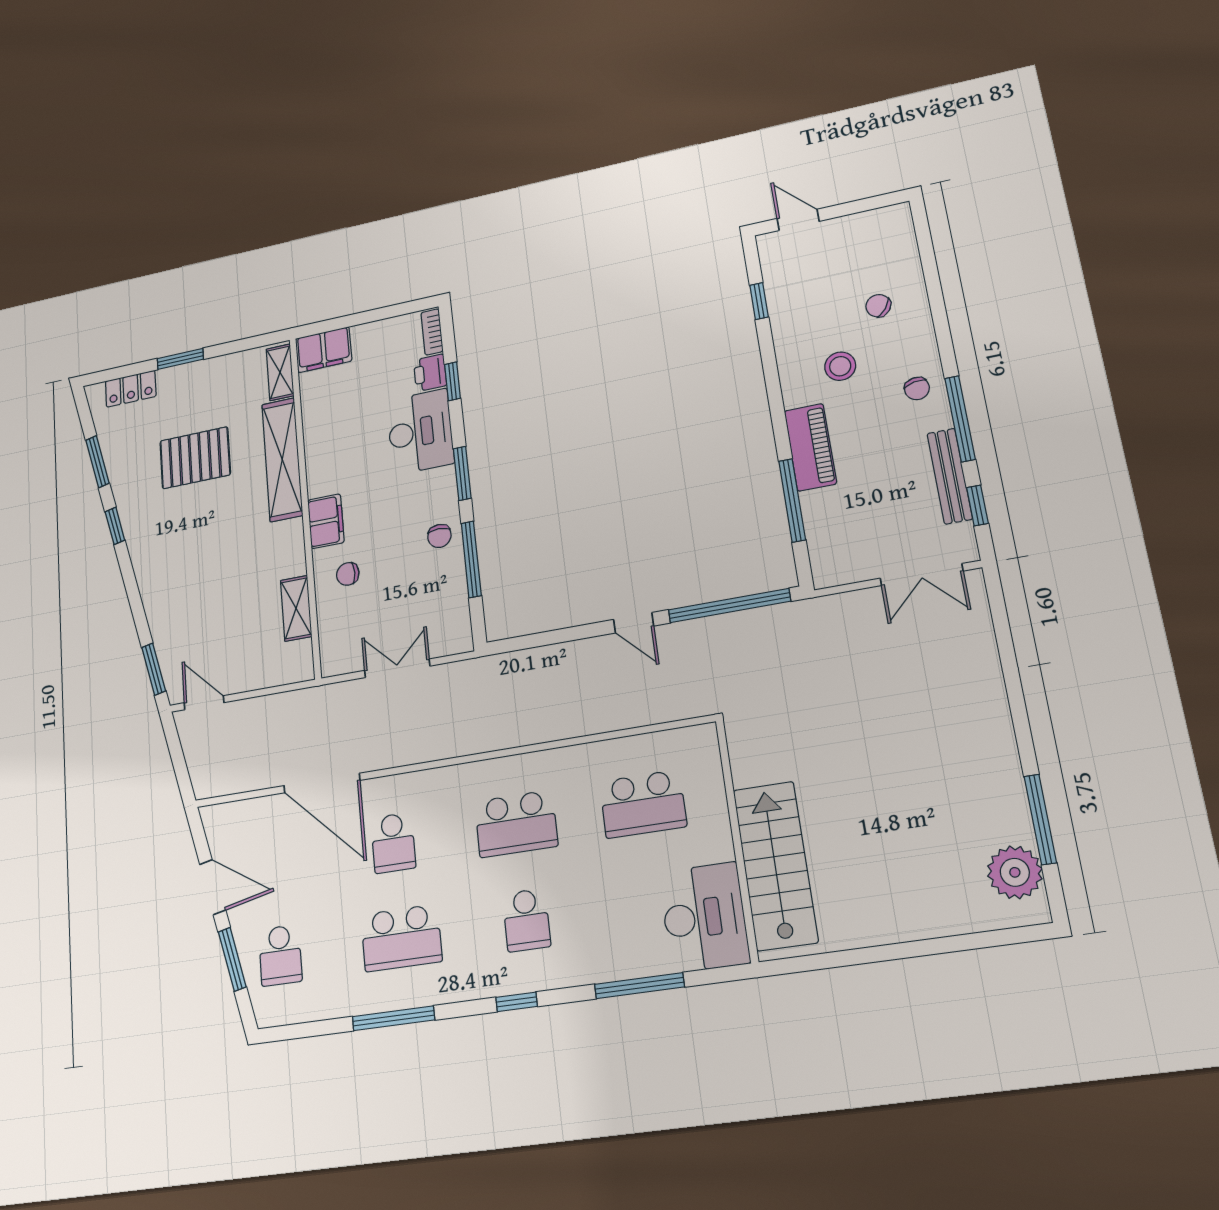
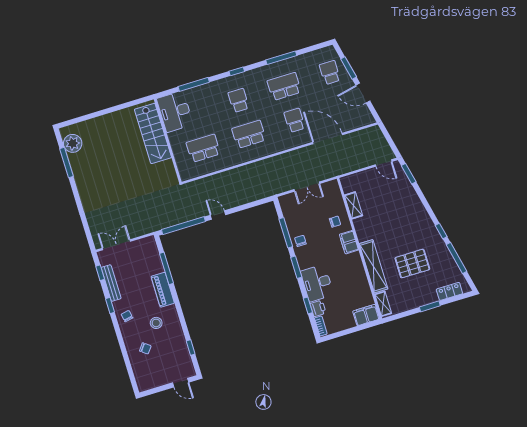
window: (960, 419) -> (110, 305), width x0.46
window: (98, 462) -> (456, 258), width x1.44

